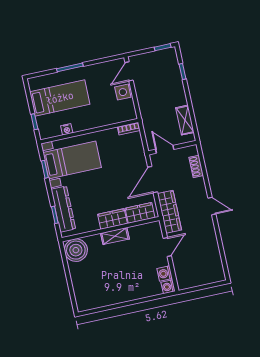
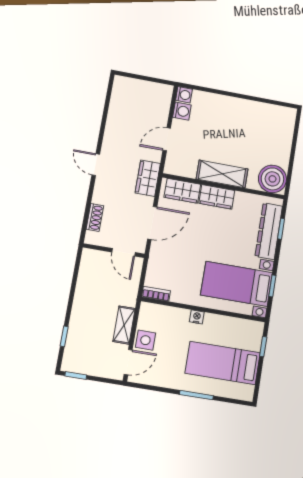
shelving: (185, 120) -> (124, 325), moved
nightstand: (67, 129) -> (197, 317), moved
wardrobe: (169, 212) -> (148, 178), width x0.67
shelving: (115, 236) -> (222, 174), width x1.50, depth x1.33

